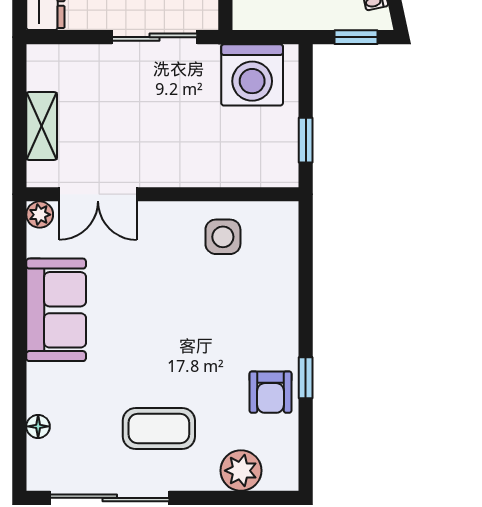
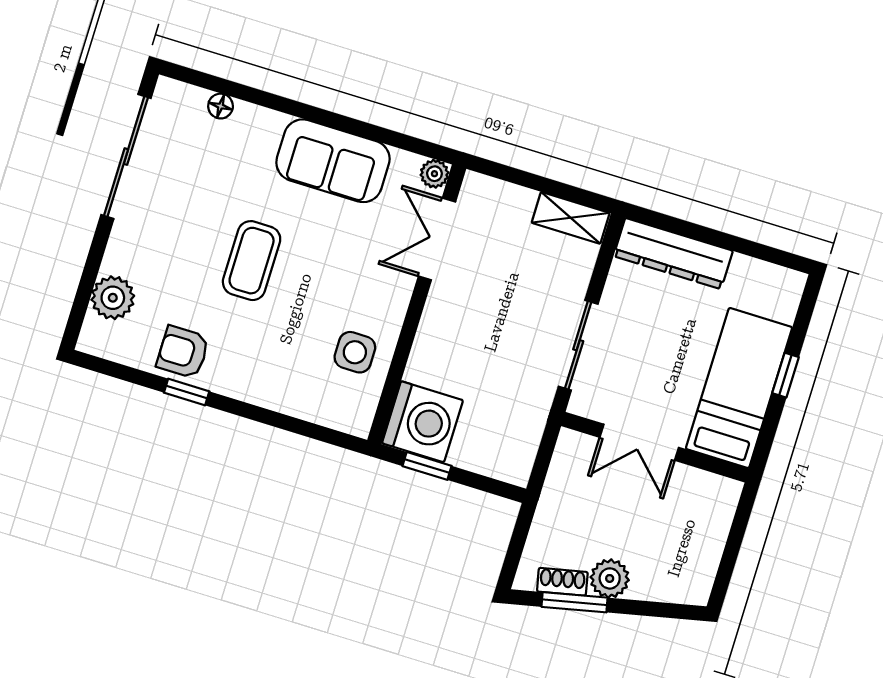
window: (356, 37) -> (515, 549), removed
washing machine: (252, 75) -> (422, 422), moved, turned 180
shelving: (42, 126) -> (571, 218), moved
coffee table: (159, 428) -> (252, 261), moved

